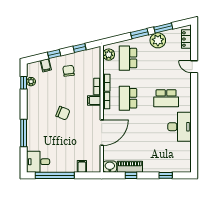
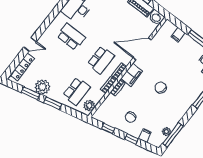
locker: (186, 39) -> (22, 67), width x1.53
door: (194, 67) -> (30, 44), hinge flipped
window: (24, 83) -> (173, 135), width x2.17
filing cabinet: (94, 100) -> (132, 75), width x2.00

